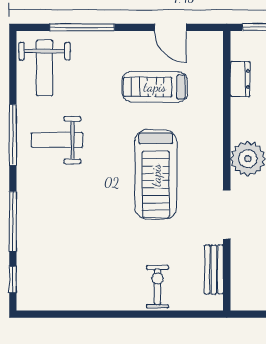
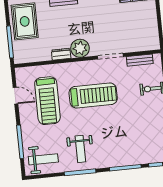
door: (170, 27) -> (15, 96), hinge flipped
dresser: (240, 79) -> (61, 54), moved
treadmill: (155, 87) -> (47, 101), width x1.37, depth x1.38

